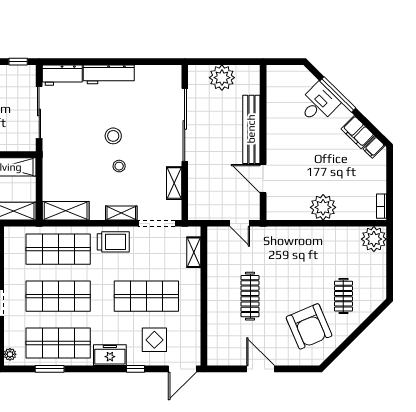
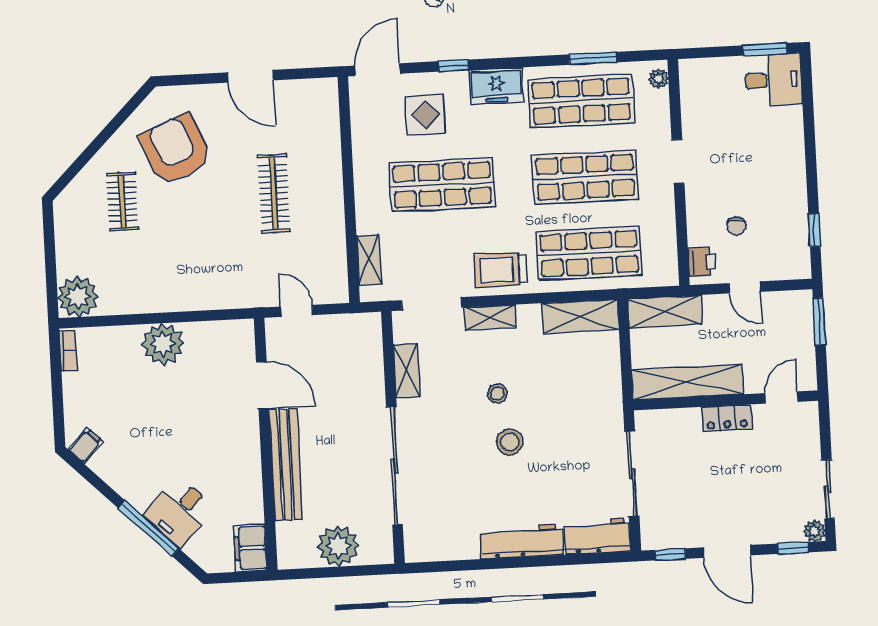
filing cabinet: (358, 132) -> (250, 548), moved, turned -135

